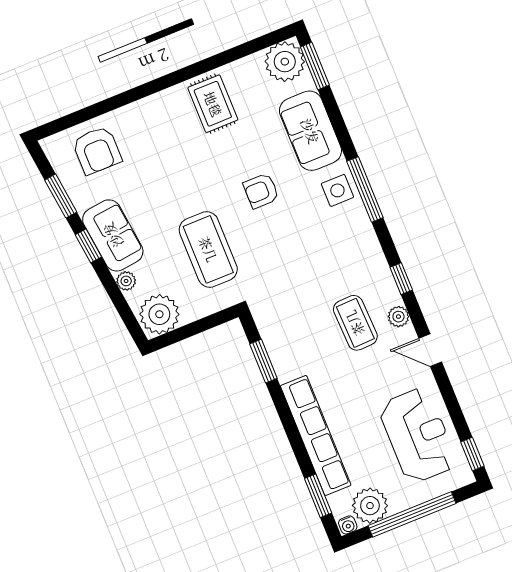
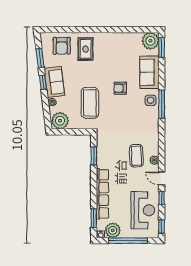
rug: (213, 104) -> (86, 49), moved
window: (401, 279) -> (162, 198), moved

